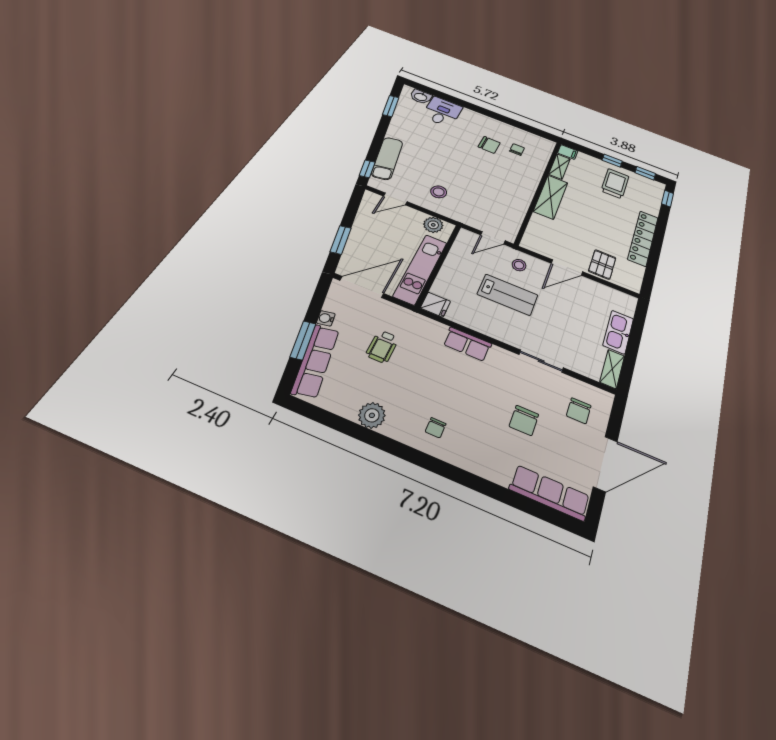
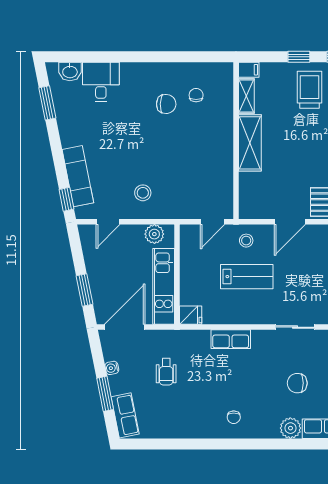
row of seats: (316, 361) -> (125, 415), width x0.68
plant: (372, 415) -> (290, 428), moved
chair: (524, 420) -> (297, 383), turned 90

